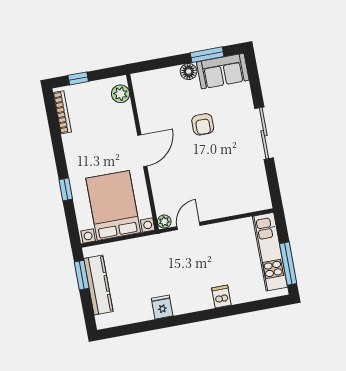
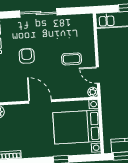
armchair: (203, 124) -> (27, 56), turned -90
coffee table: (206, 187) -> (72, 59), added

